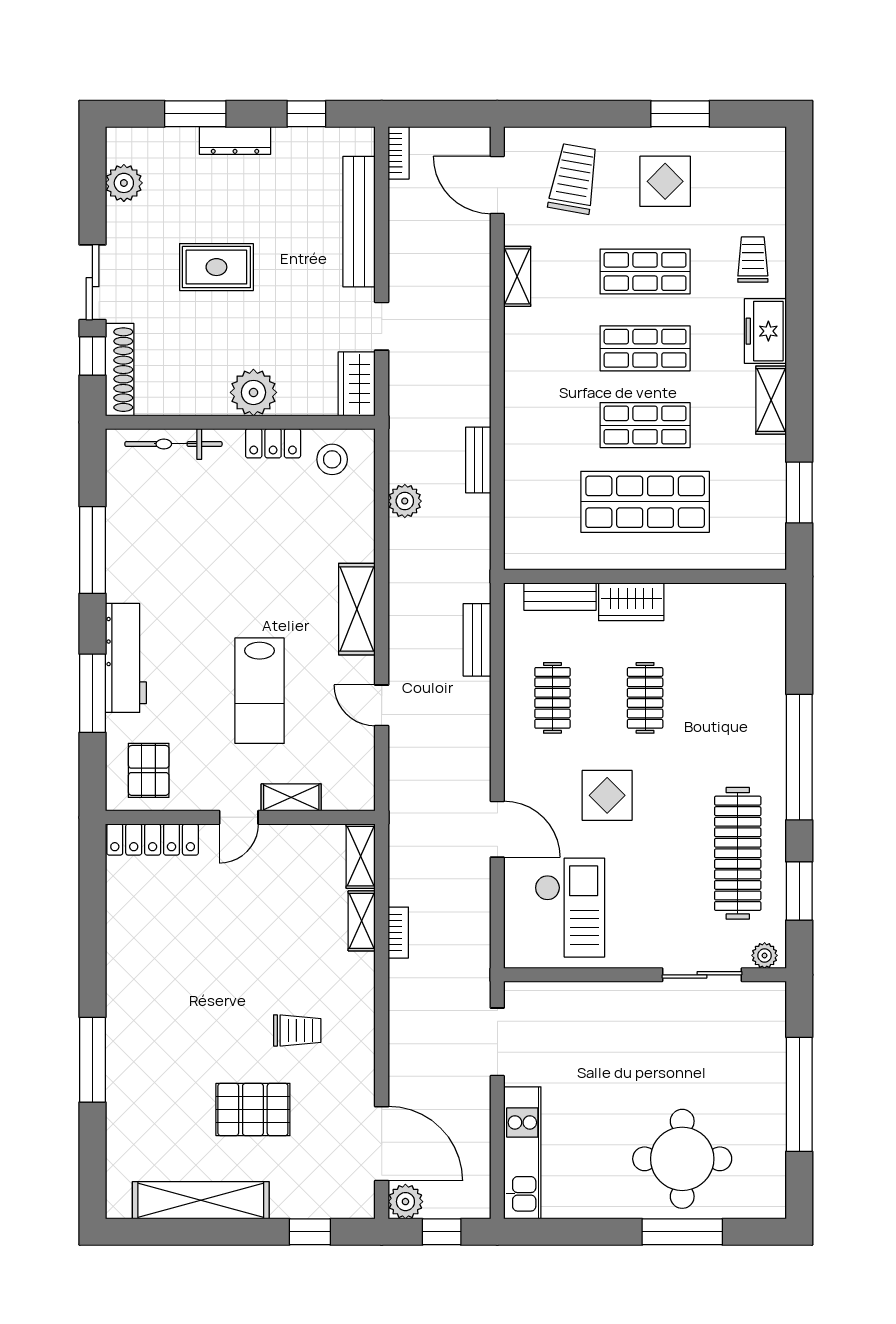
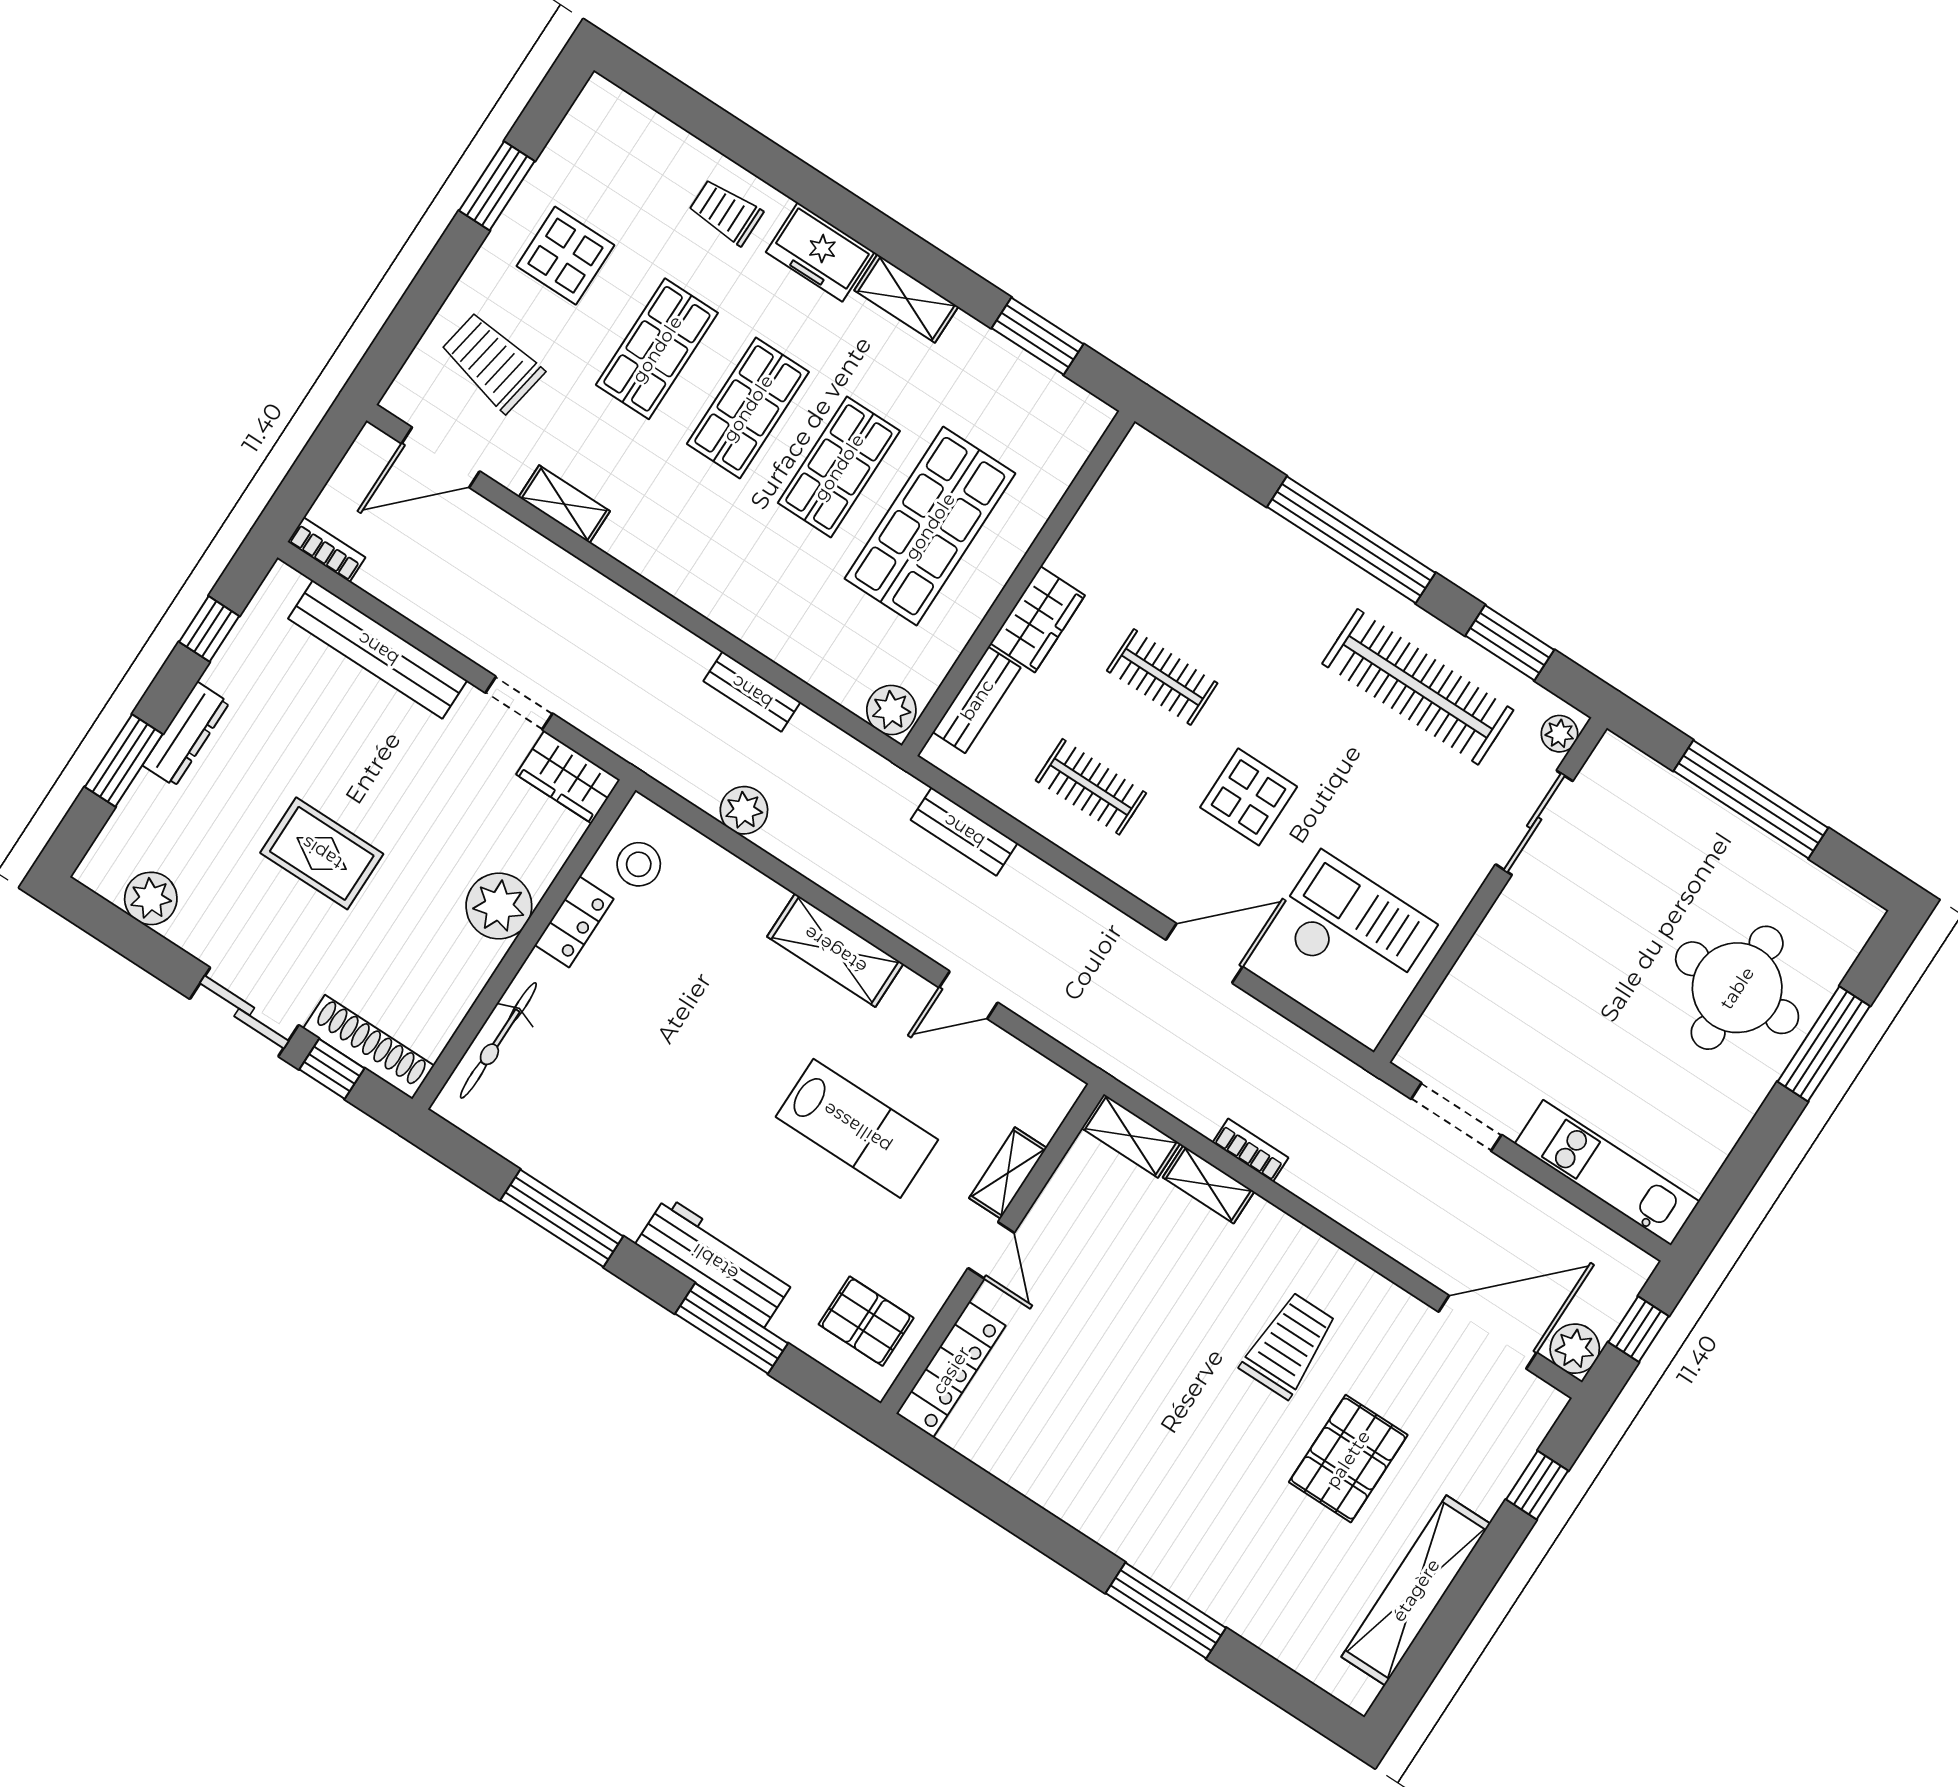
rug: (216, 267) -> (322, 853), turned 90
plant: (521, 550) -> (891, 710), added
trolley: (297, 1030) -> (1289, 1345), width x1.36, depth x1.39

